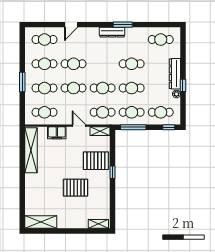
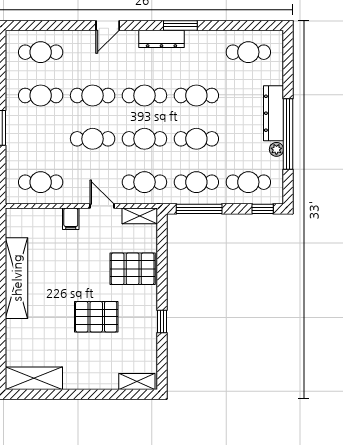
door: (71, 25) -> (108, 25), moved
window: (183, 85) -> (288, 134), width x3.17
cafe table: (44, 88) -> (144, 95), moved
filing cabinet: (57, 133) -> (71, 219), width x0.50
shelving: (31, 150) -> (17, 278), moved
window: (112, 172) -> (162, 321), moved

